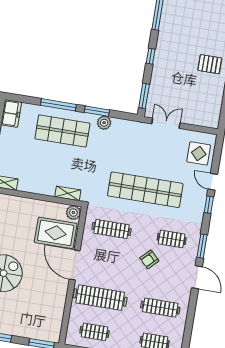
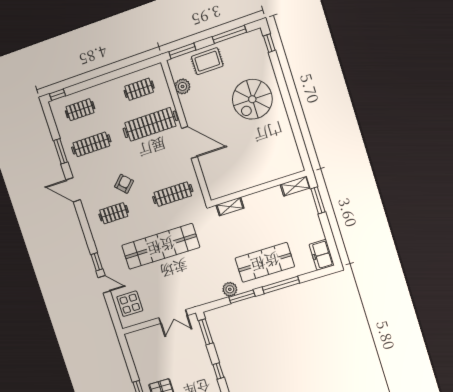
plant: (73, 213) -> (182, 86), moved
rug: (56, 233) -> (207, 61), moved, width x0.73, depth x0.70
window: (202, 246) -> (61, 151), moved

